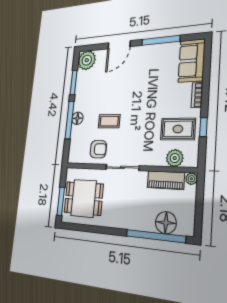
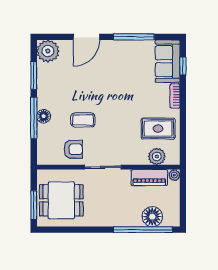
window: (203, 127) -> (183, 66), moved

